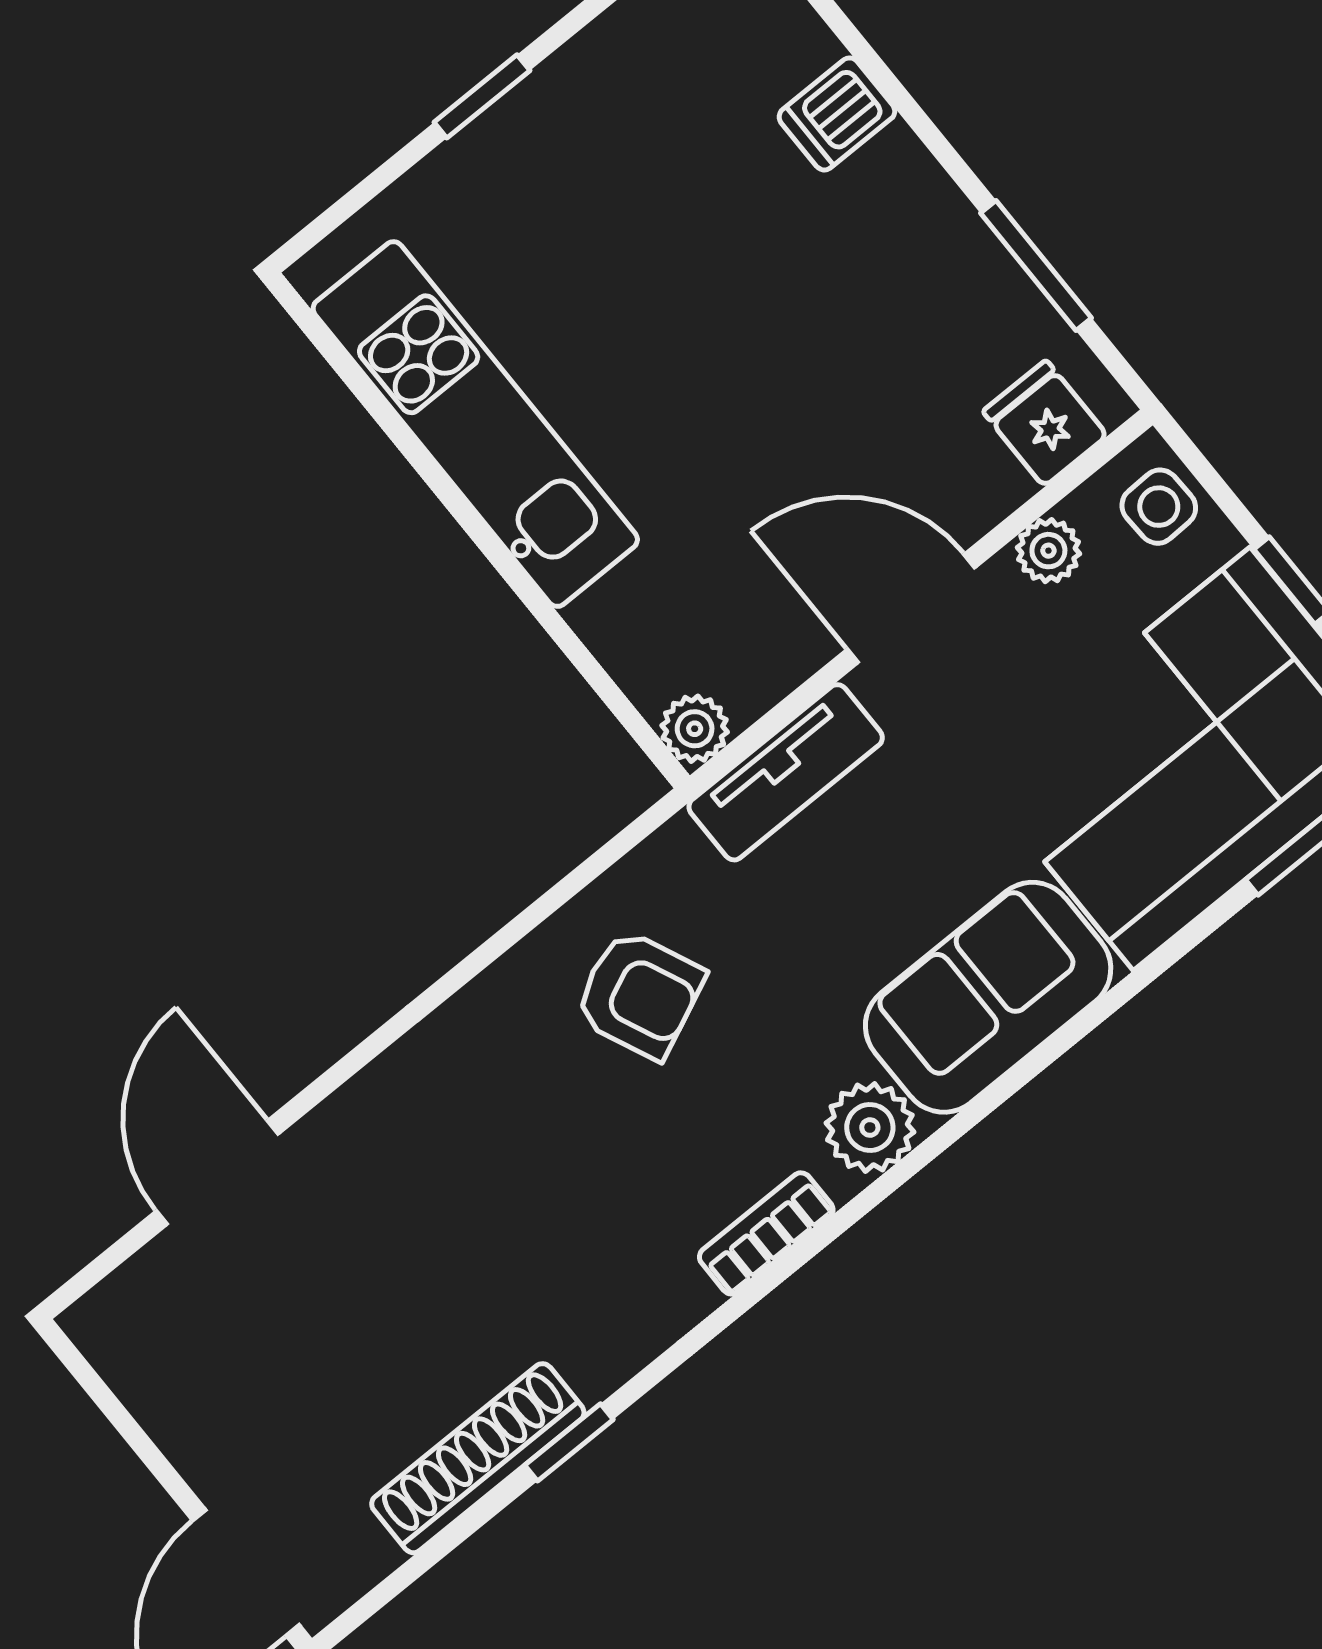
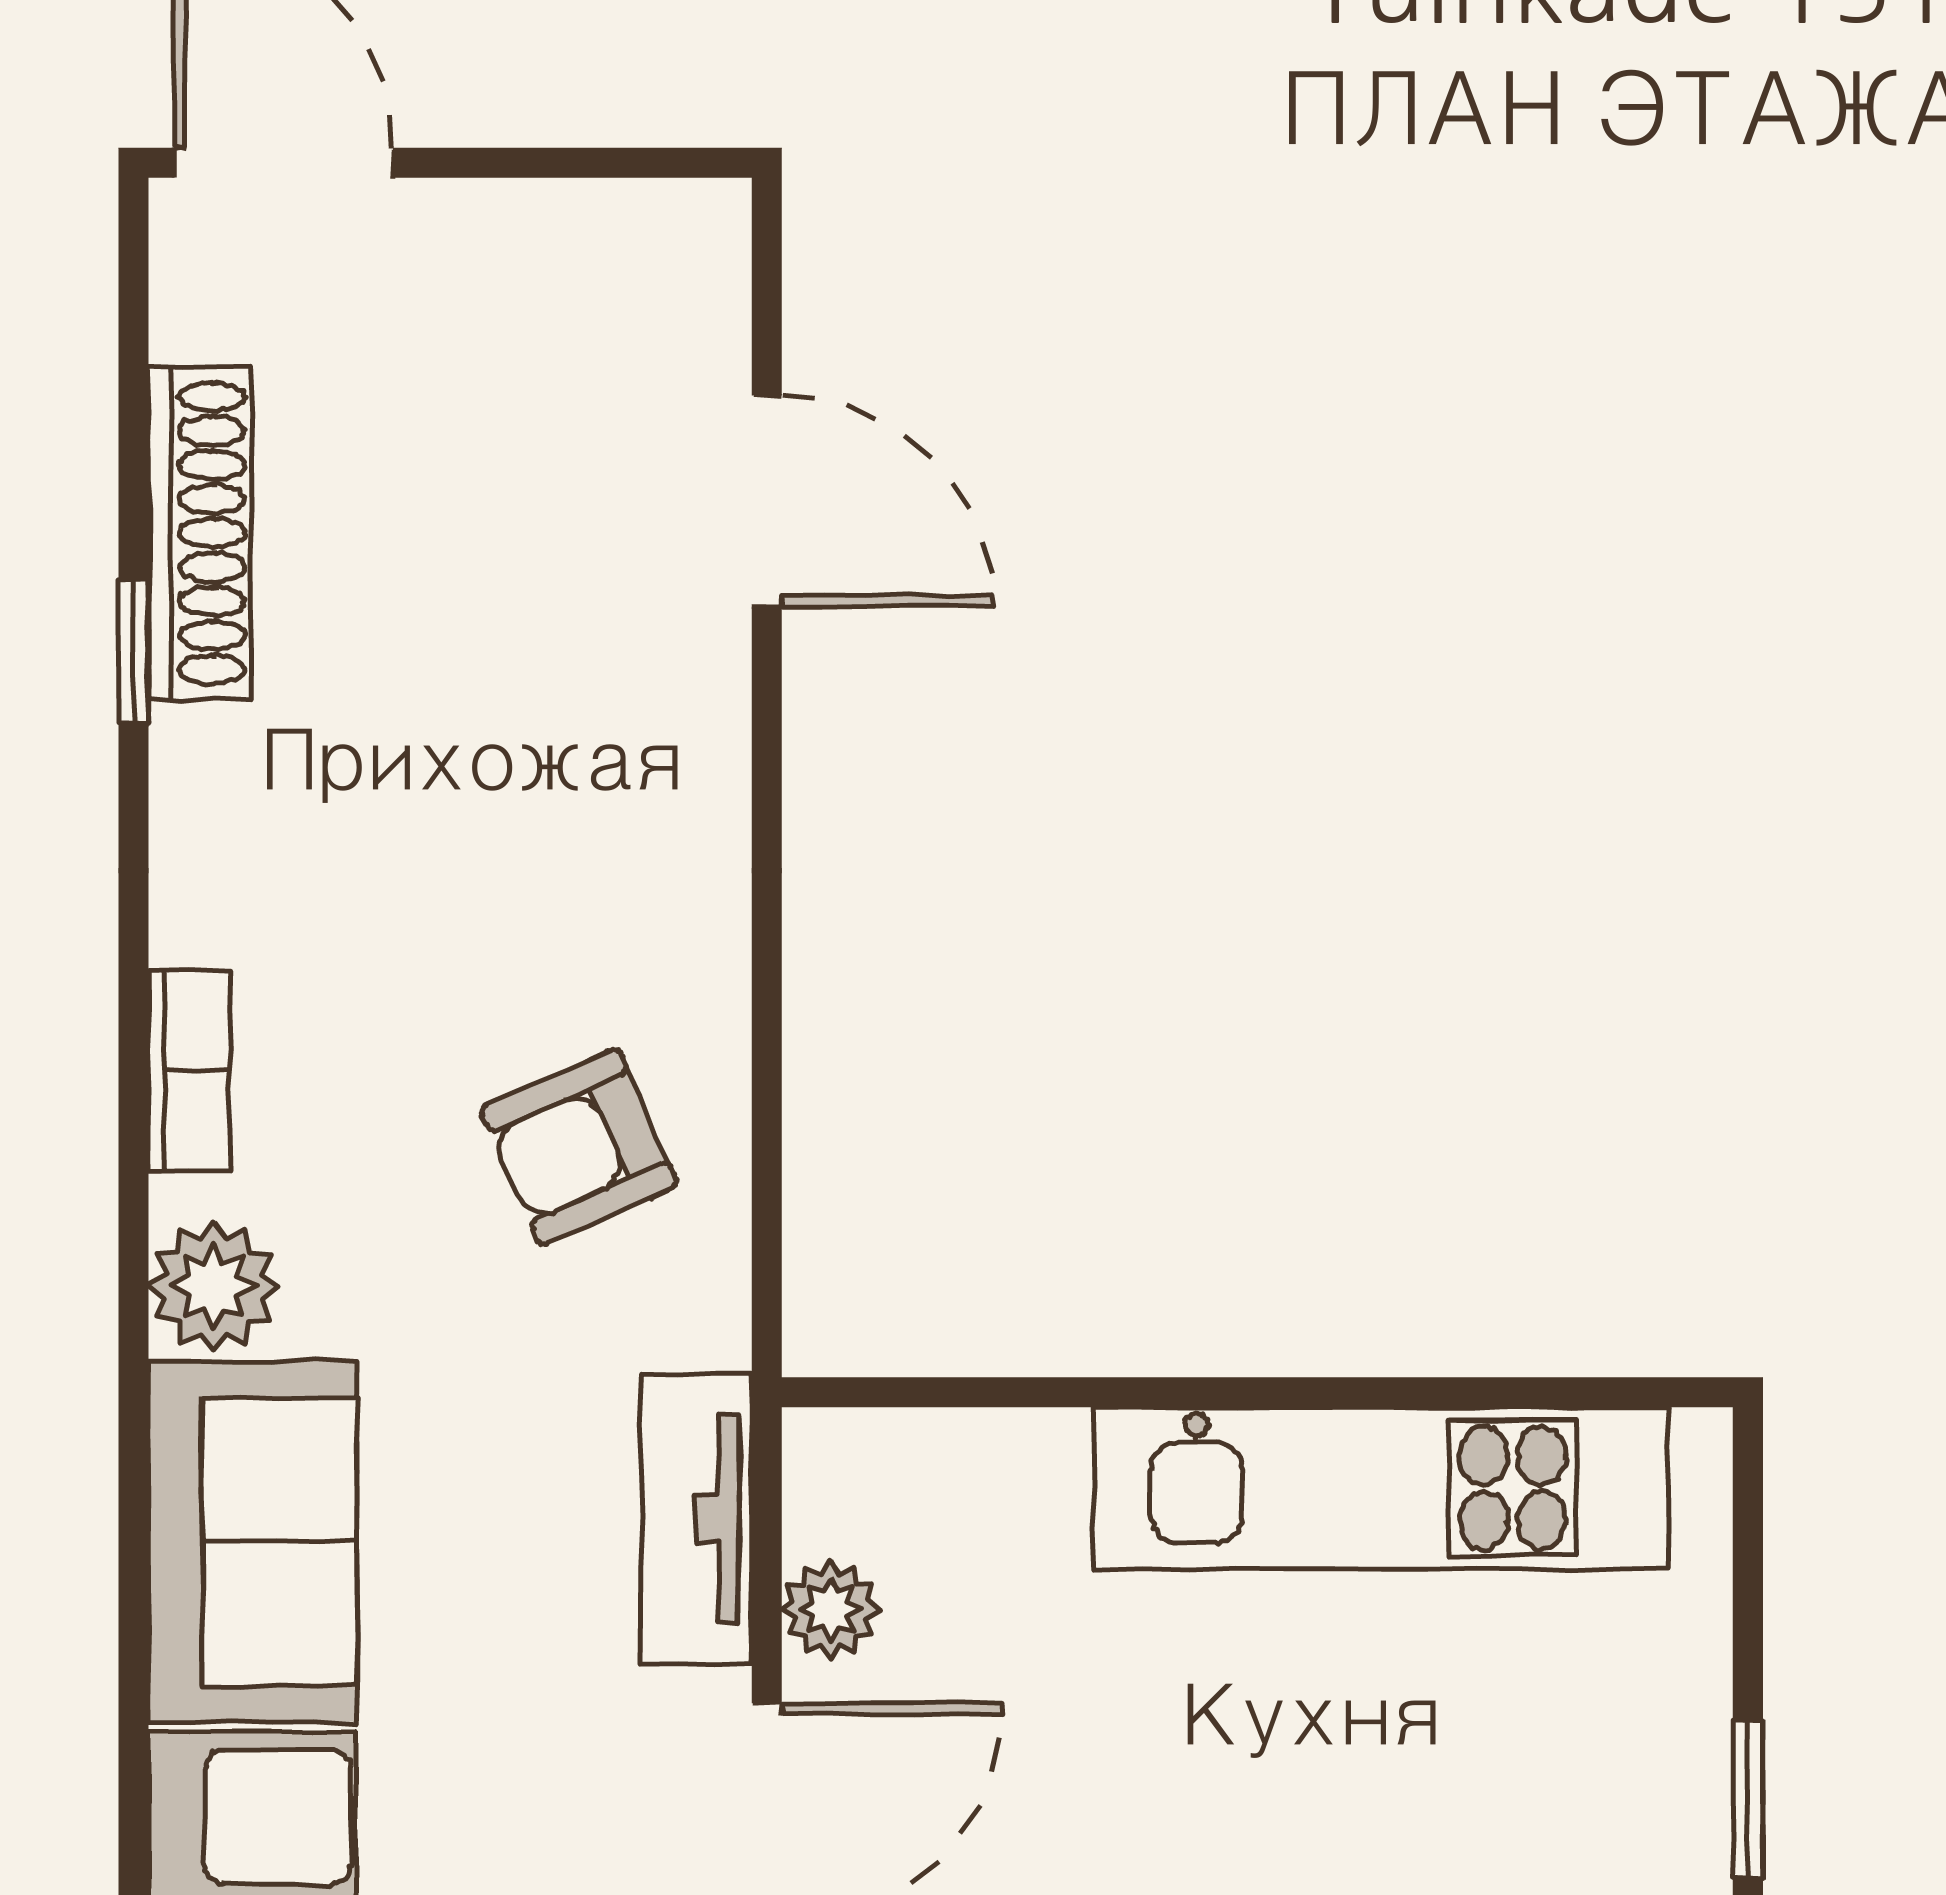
plant: (695, 729) -> (830, 1609), moved

